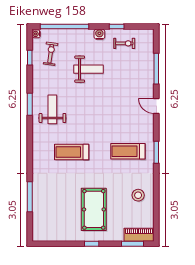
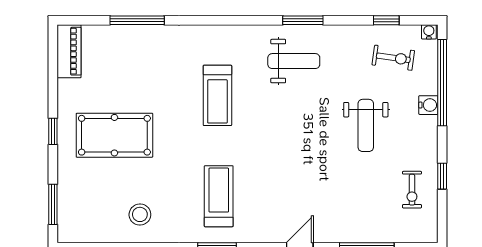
water cooler: (99, 34) -> (428, 105), moved
treadmill: (72, 152) -> (217, 95), turned 180
piano: (139, 235) -> (69, 51), moved

